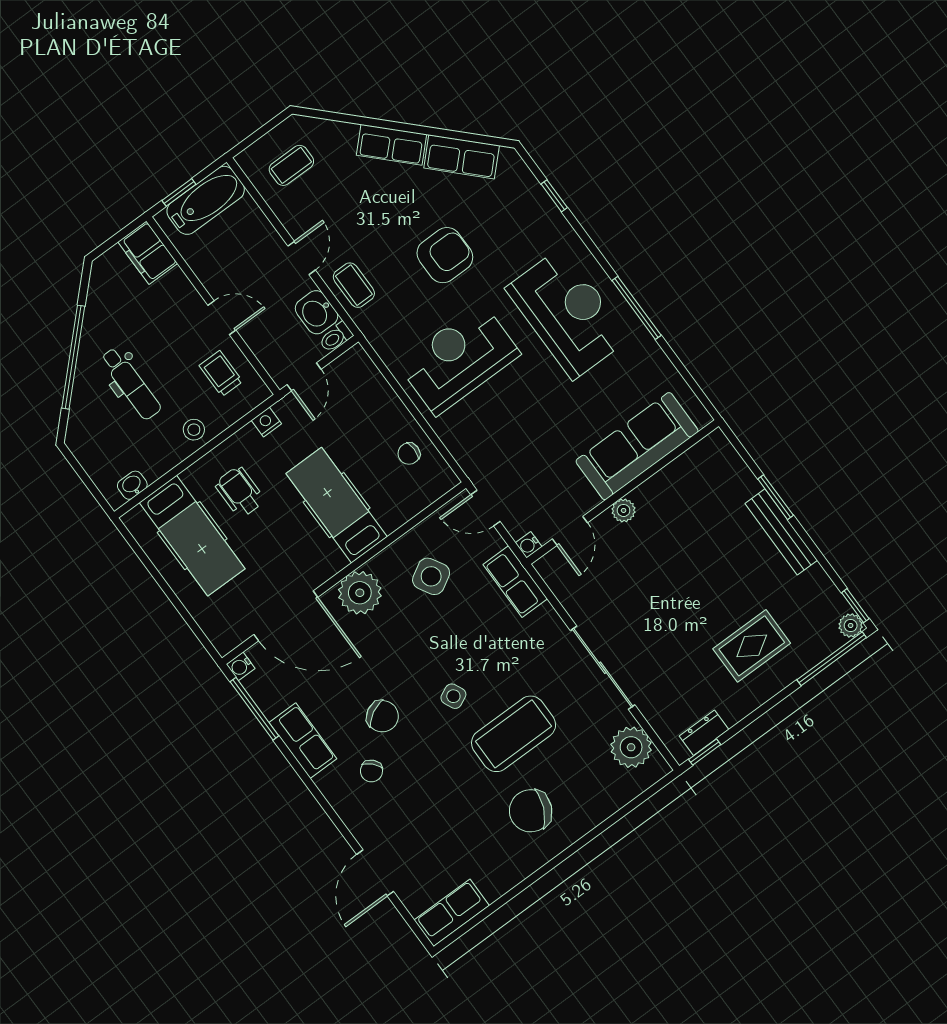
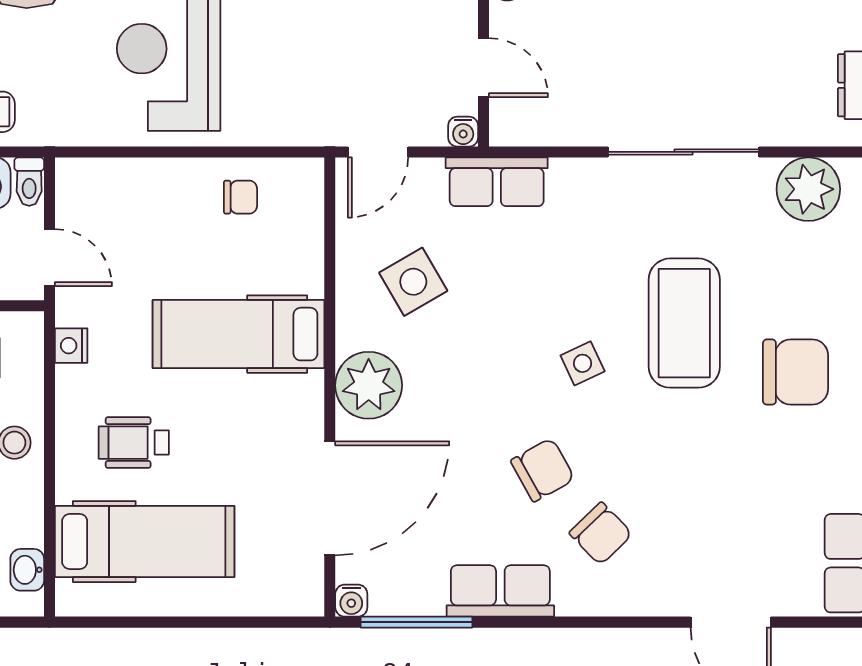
chair: (409, 454) -> (240, 197), turned -90
chair: (371, 771) -> (601, 534), width x1.37, depth x1.37
chair: (531, 811) -> (796, 372), turned -114

